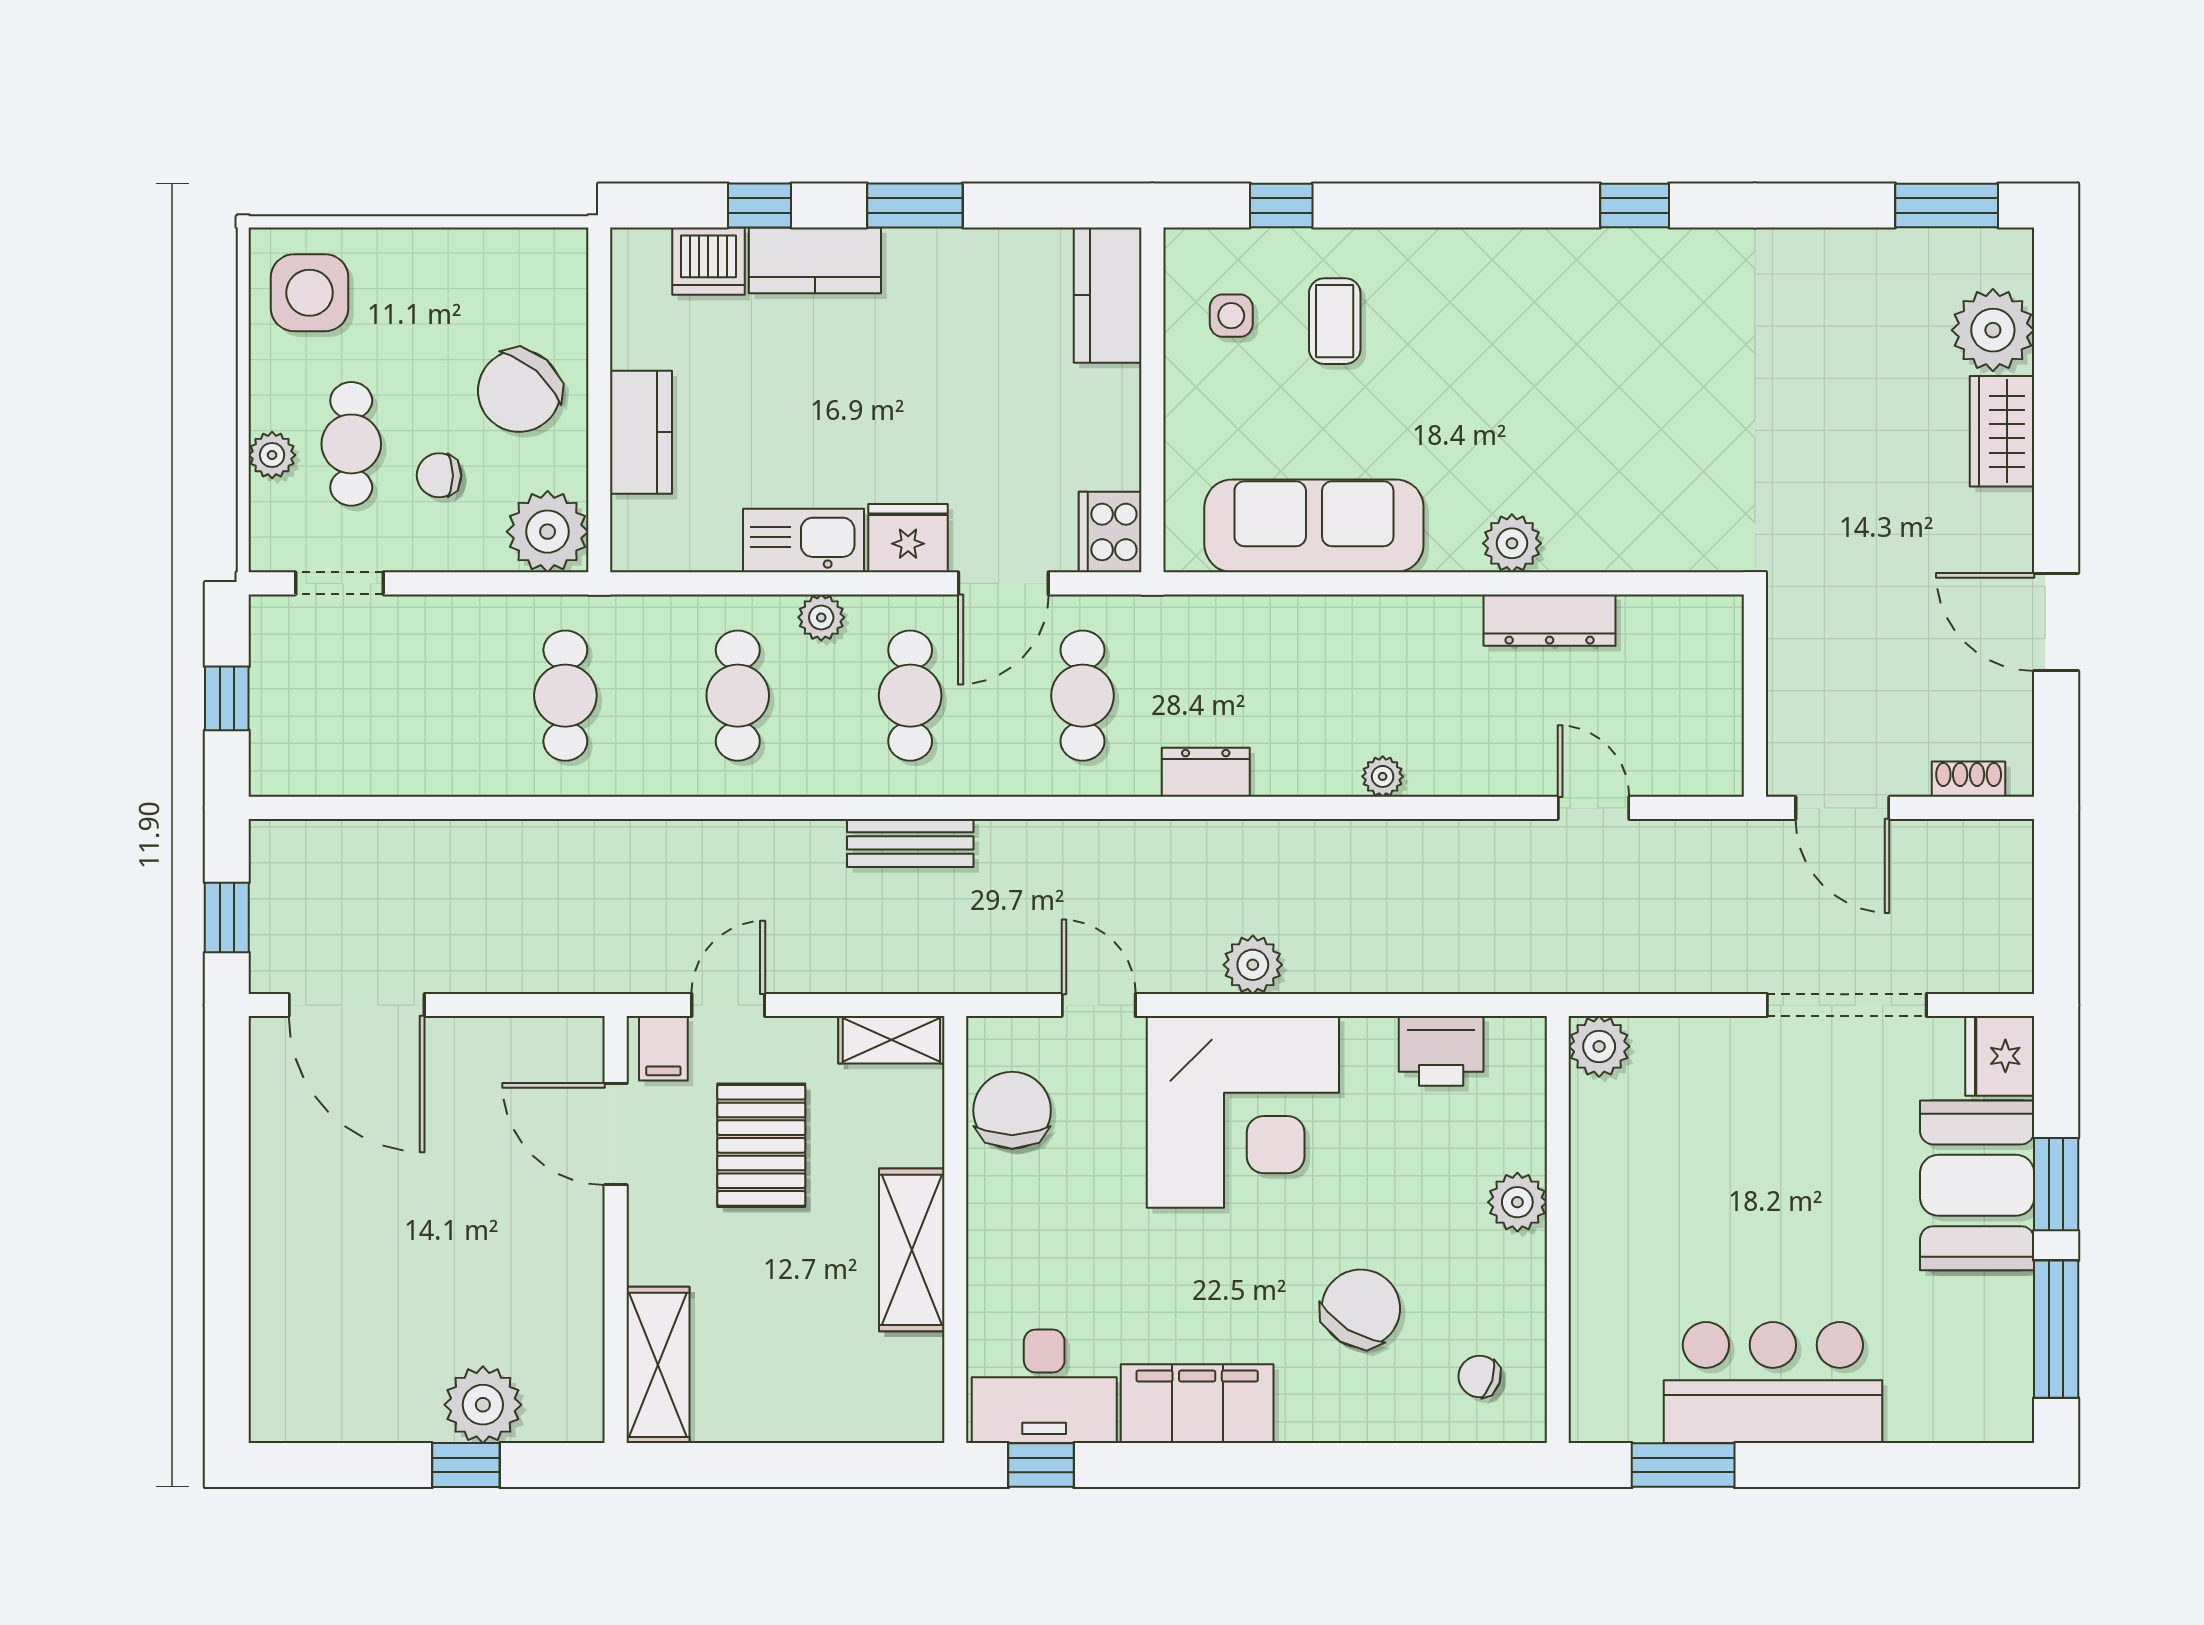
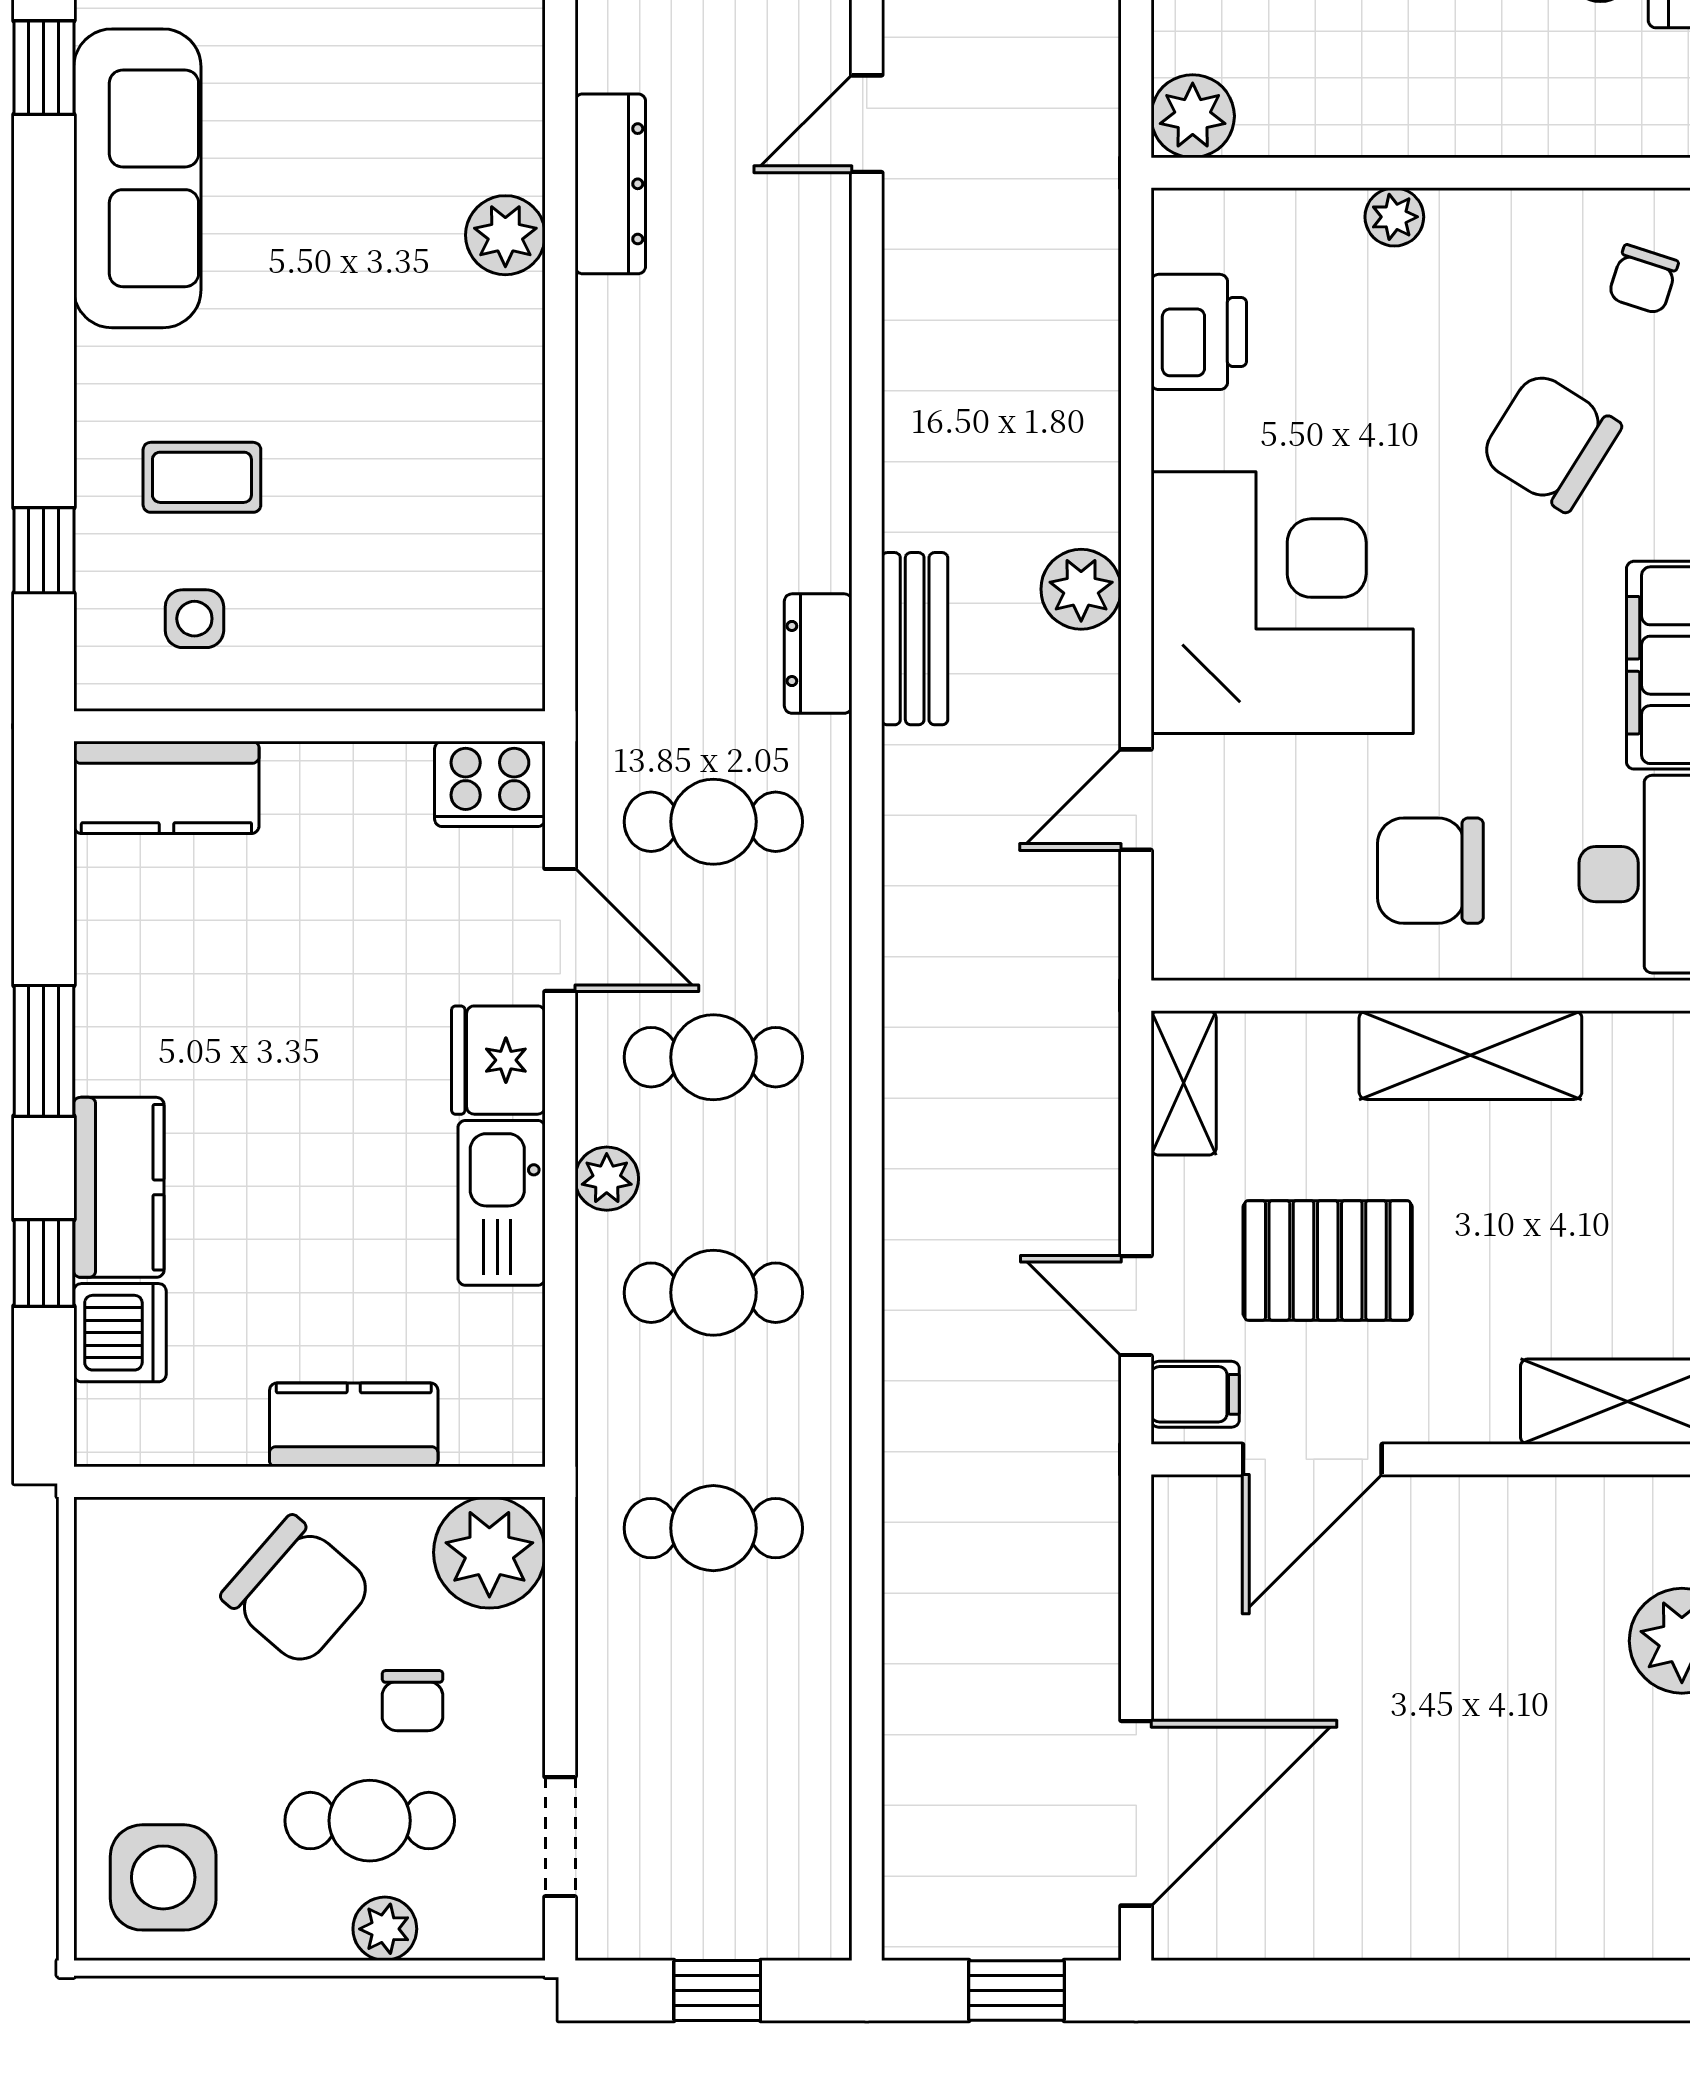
sofa: (1314, 526) -> (137, 178), moved, turned 180
plant: (1383, 776) -> (824, 412), removed
bench: (910, 843) -> (915, 639), moved
chair: (1012, 1110) -> (1430, 871), moved
plant: (1517, 1202) -> (1394, 217), width x0.73, depth x0.73

